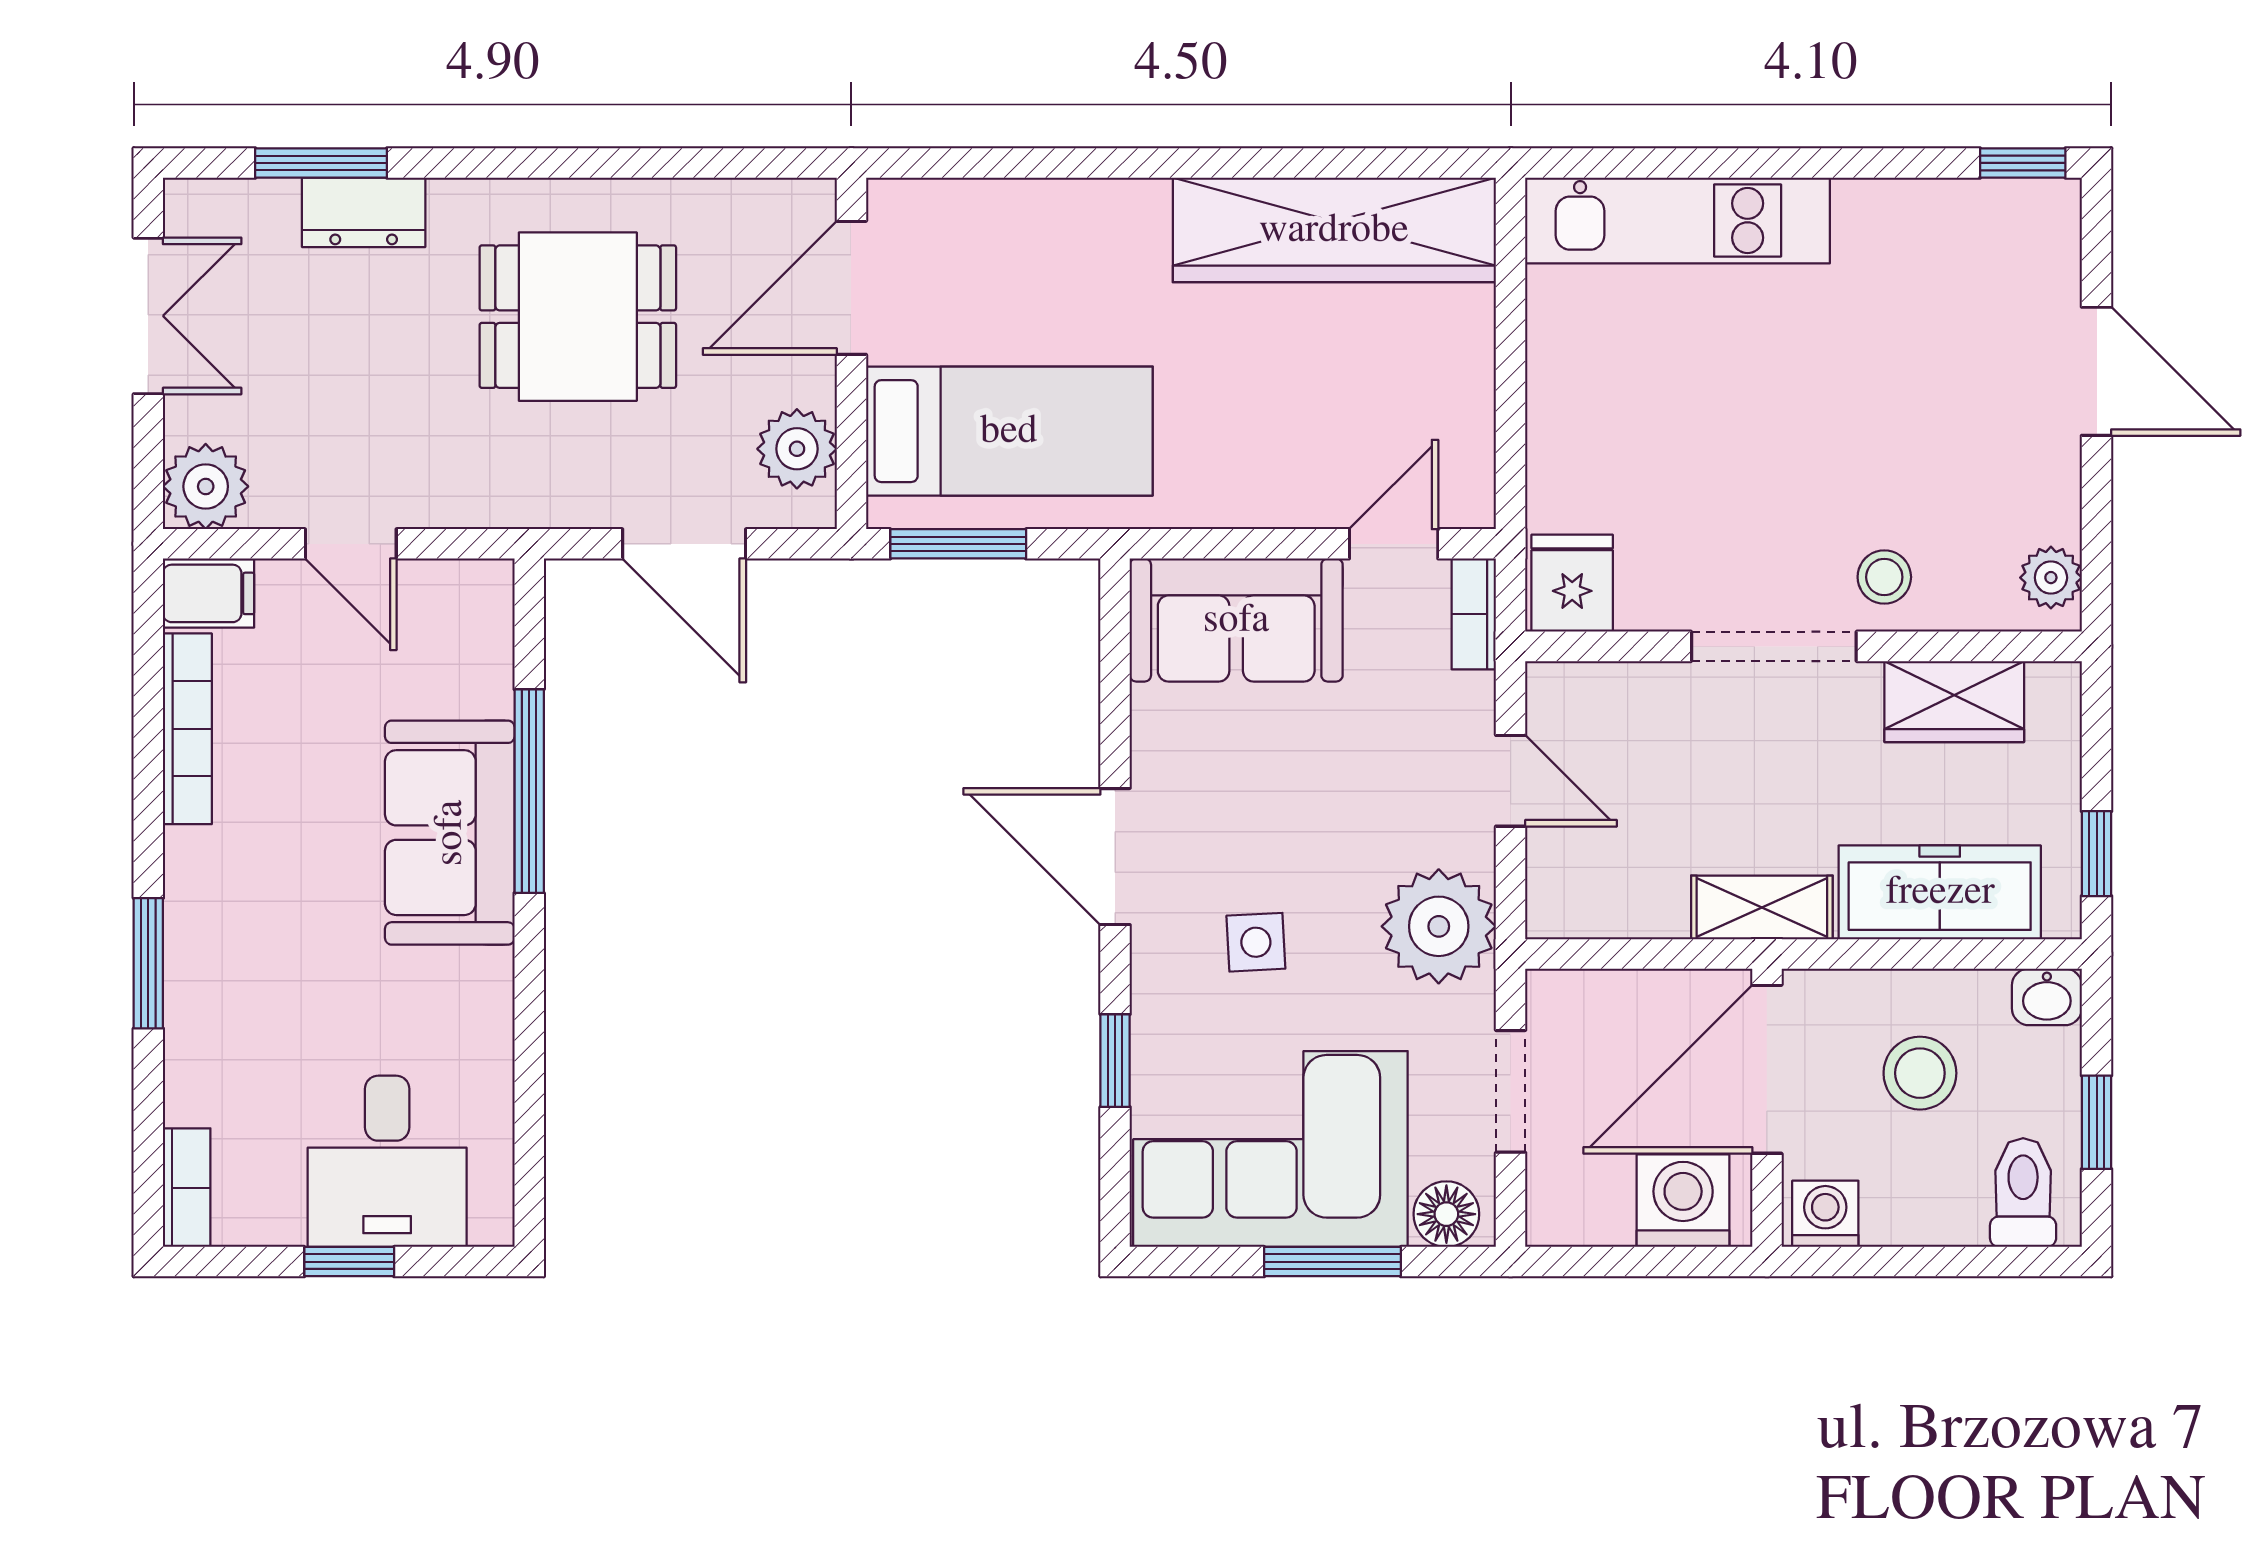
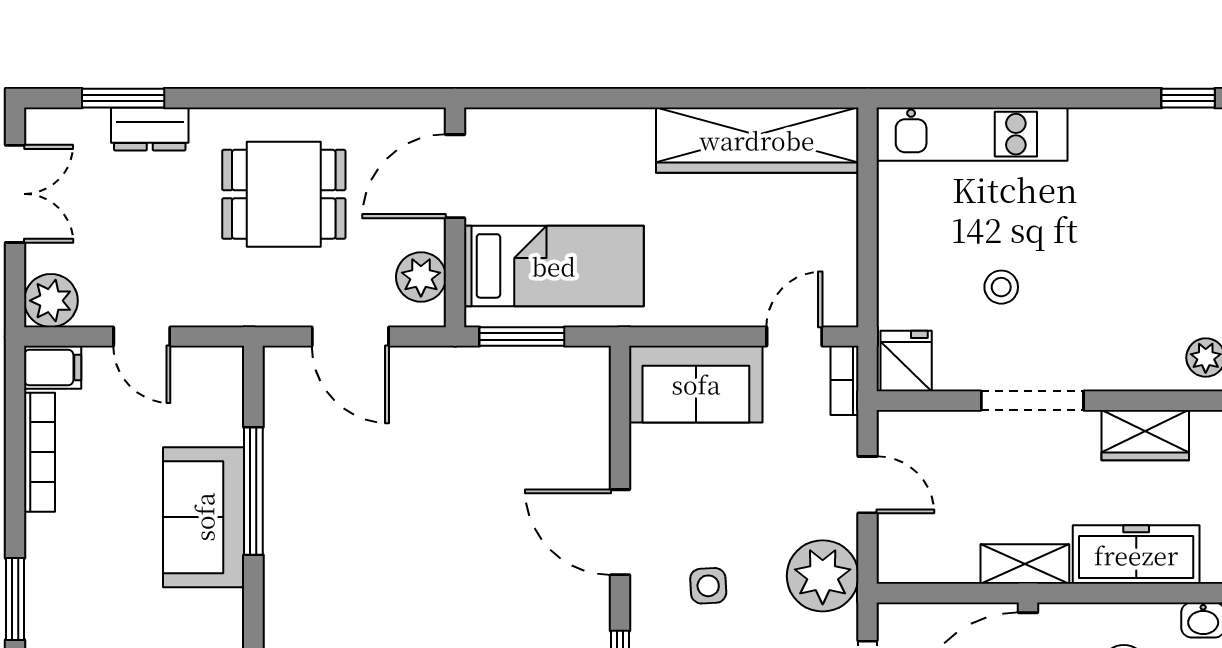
stool: (1884, 577) -> (1001, 287), moved

